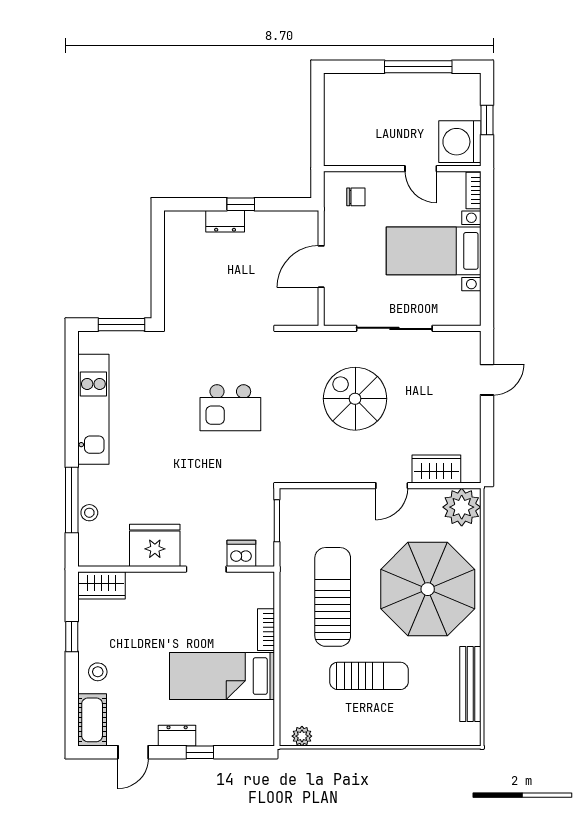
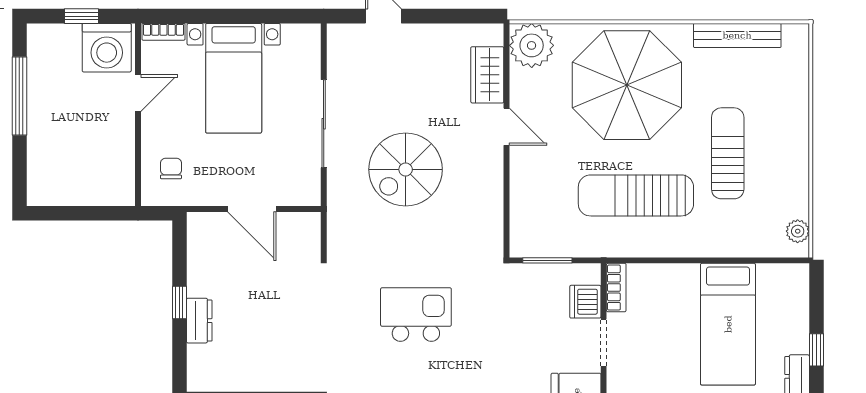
kitchen island: (230, 408) -> (416, 315), turned -90
bookcase: (266, 630) -> (616, 288), moved, turned -90

